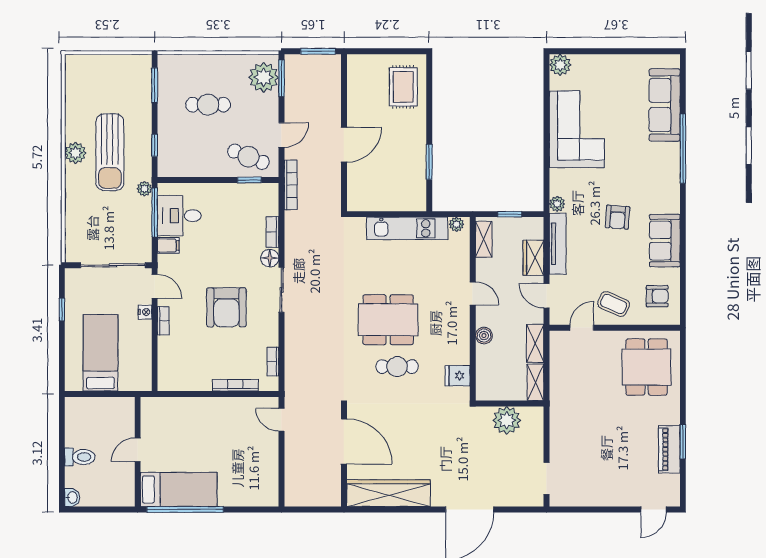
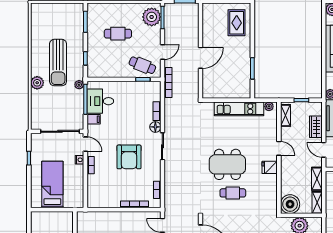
plant: (75, 153) -> (37, 83), moved
boiler: (484, 336) -> (290, 204), moved, width x1.86, depth x1.86
fridge: (458, 376) -> (270, 167), moved

